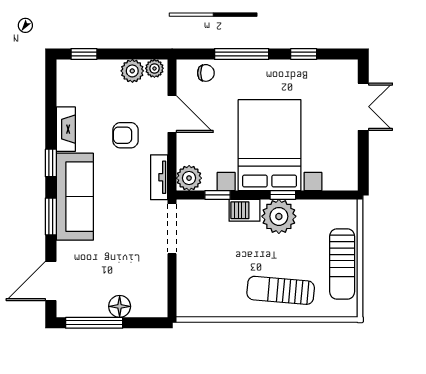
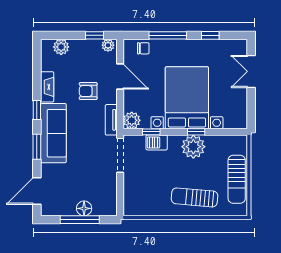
window: (84, 54) -> (94, 35), moved
plant: (132, 71) -> (61, 47), moved
double door: (363, 107) -> (251, 71), swing flipped
barbecue: (245, 210) -> (157, 142), moved
window: (94, 323) -> (80, 220), moved

